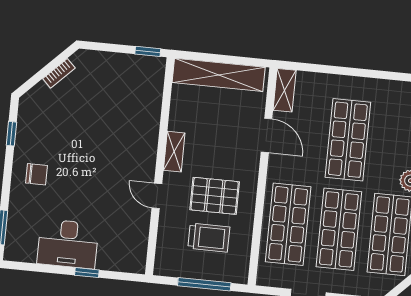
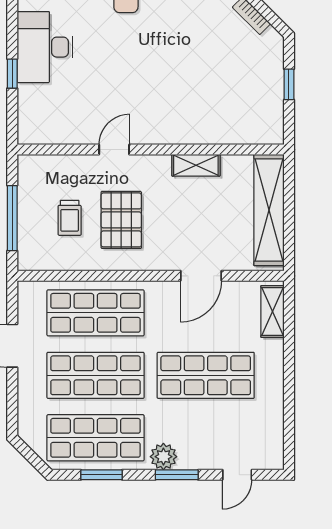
window: (148, 51) -> (289, 84), moved
shelving: (285, 90) -> (272, 311), moved, turned 90
shelving: (174, 152) -> (196, 165), moved
trolley: (209, 238) -> (70, 218), width x0.73, depth x0.72

